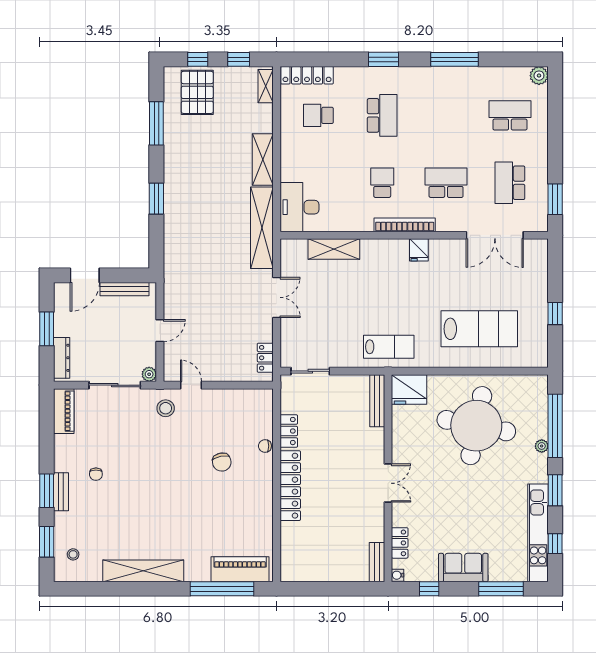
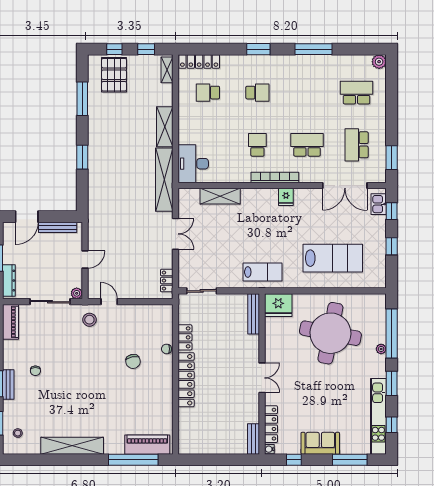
school desk: (382, 115) -> (257, 93), width x0.54
kitchen sink: (538, 259) -> (379, 204), added
window: (555, 268) -> (392, 211), added
locker: (400, 543) -> (271, 424), width x1.53

